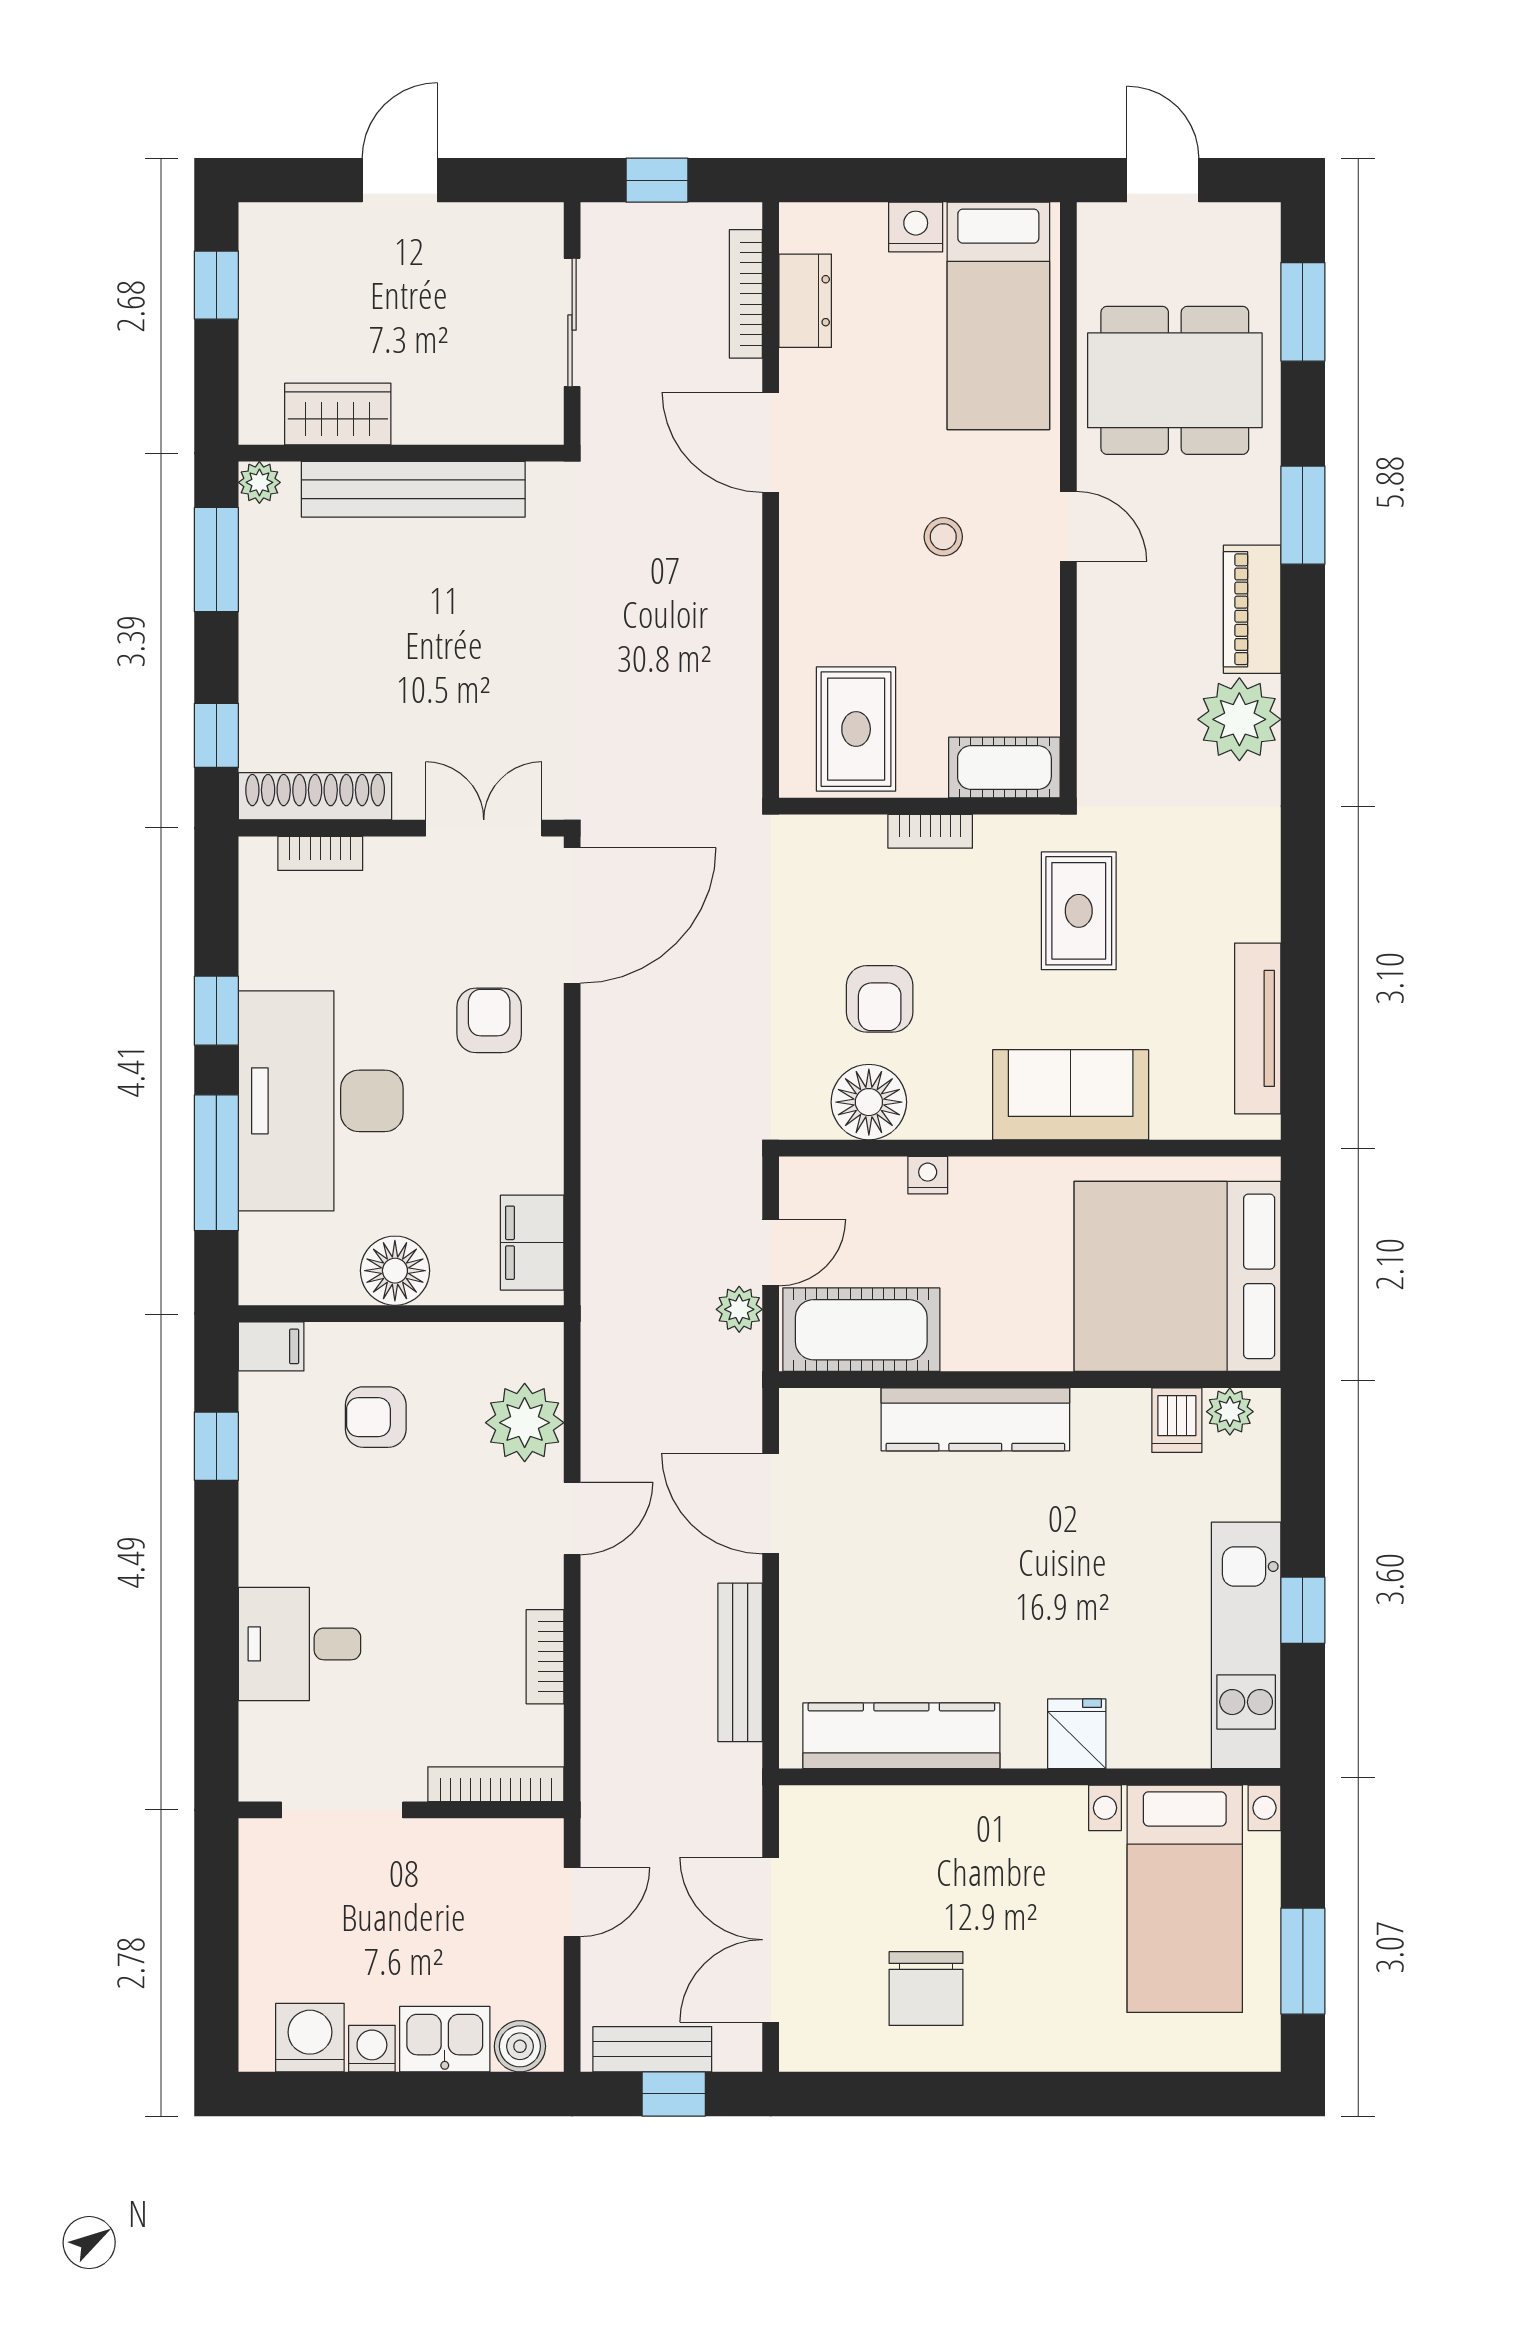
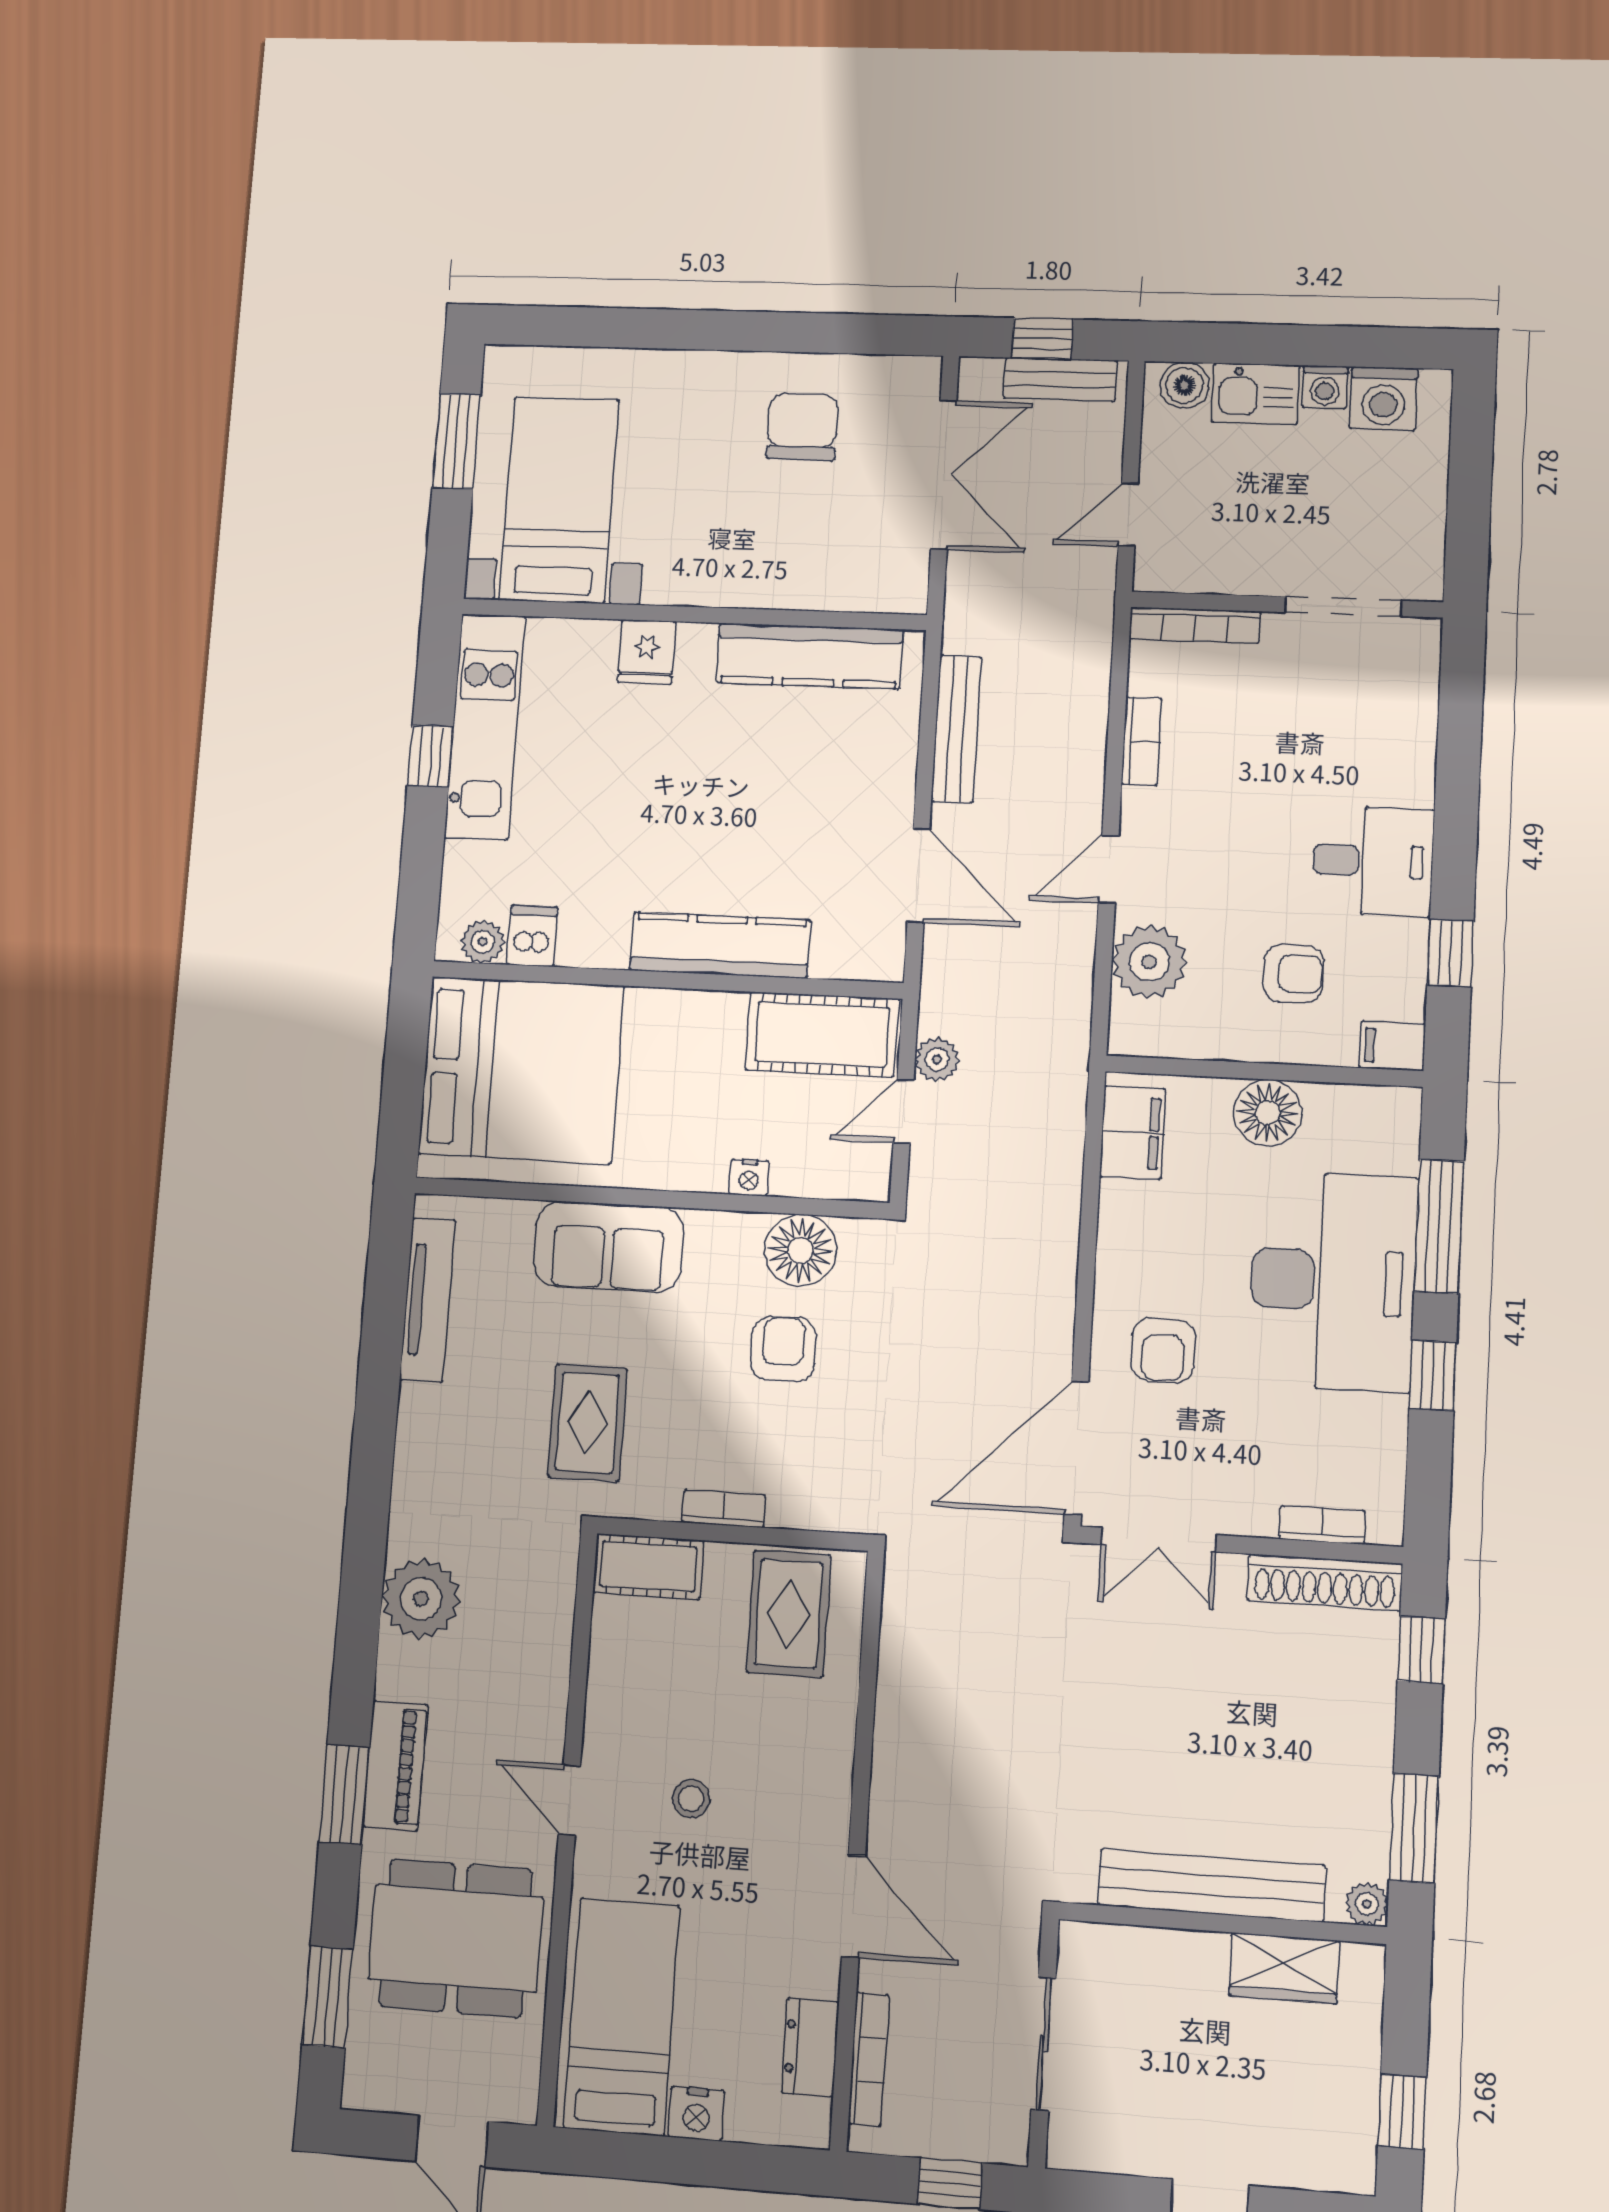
piano: (1252, 609) -> (395, 1766), moved
desk: (300, 1644) -> (1373, 861), moved

